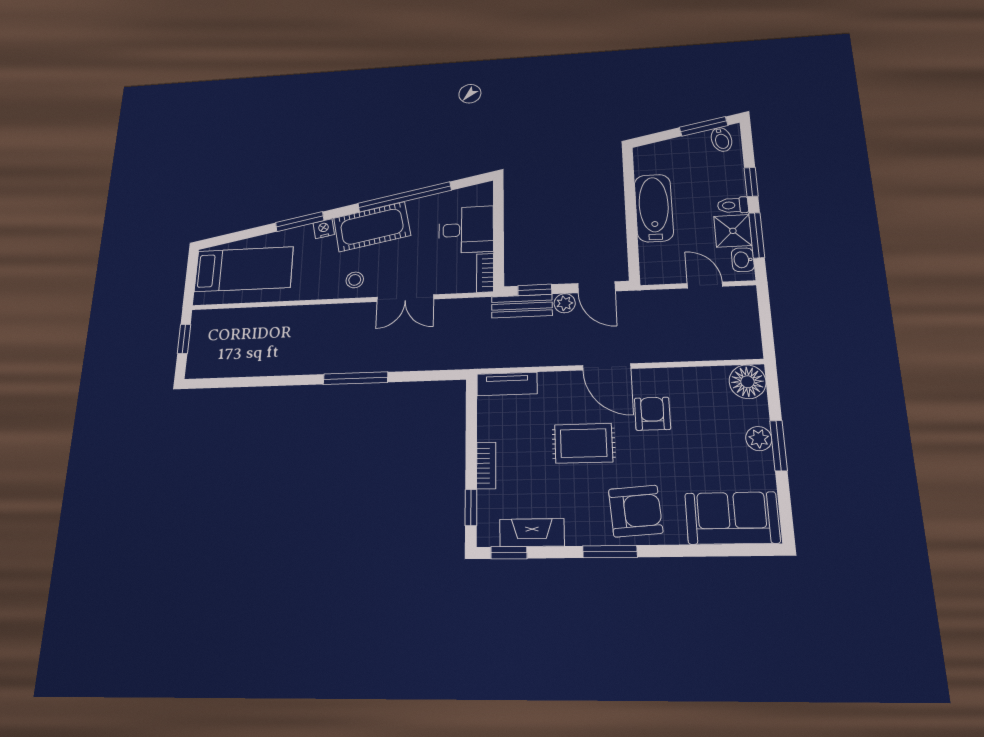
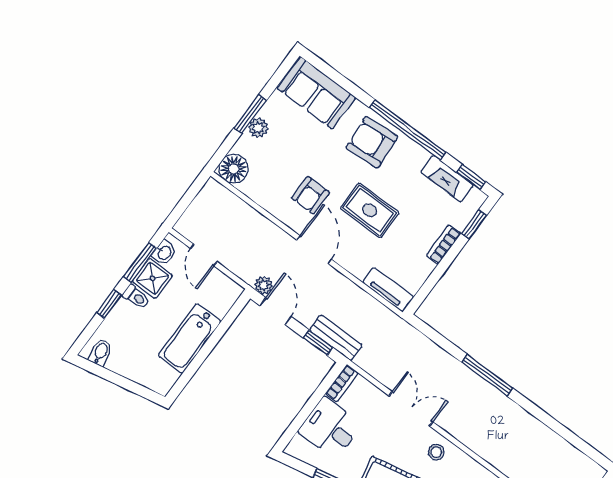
window: (704, 126) -> (103, 373), removed
plant: (565, 303) -> (263, 285), moved
window: (610, 552) -> (408, 130), width x2.11

